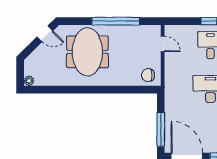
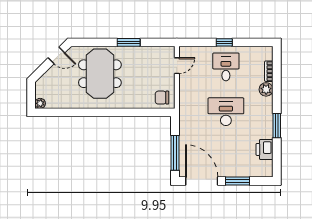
window: (116, 21) -> (129, 42), width x0.47
door: (163, 44) -> (177, 66), hinge flipped

